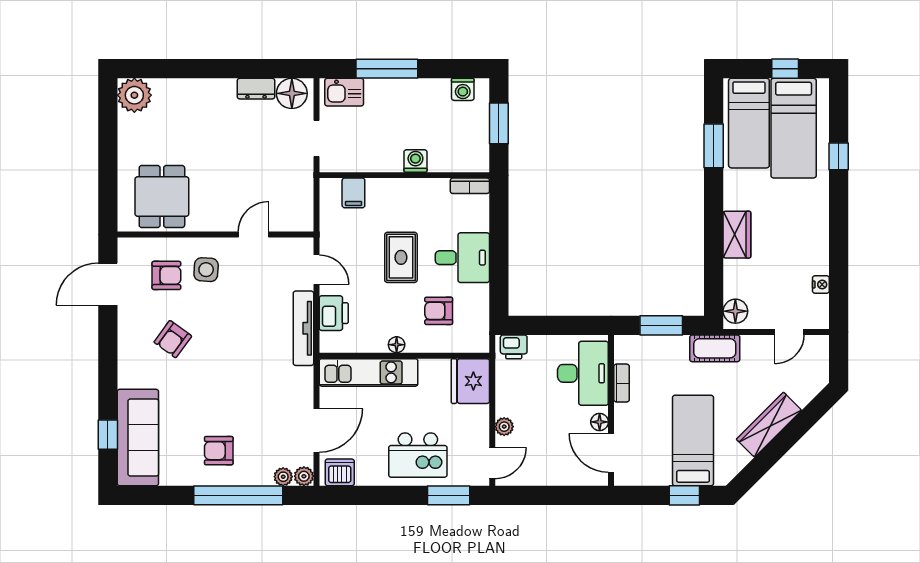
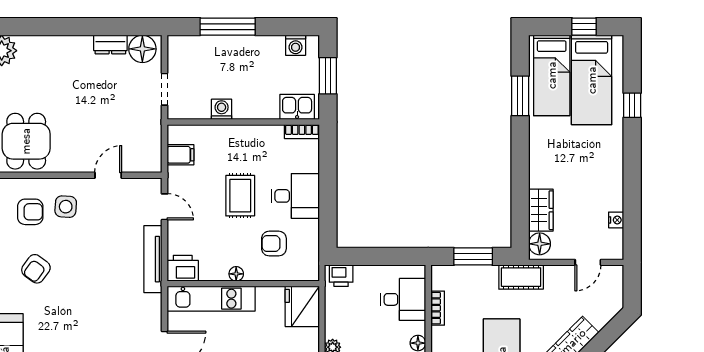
kitchen sink: (344, 92) -> (297, 107), moved, turned 180
washing machine: (415, 161) -> (222, 109), moved
filing cabinet: (353, 193) -> (180, 155), moved, turned -90
wardrobe: (737, 235) -> (541, 210), moved
printer: (334, 313) -> (183, 268), moved, turned -90
desk: (583, 373) -> (403, 299), width x0.73

